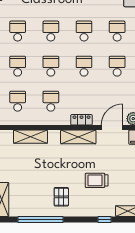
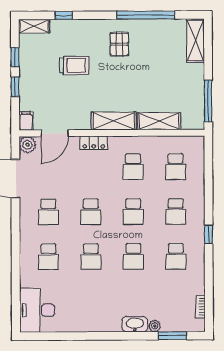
shelving: (78, 137) -> (114, 121), moved

